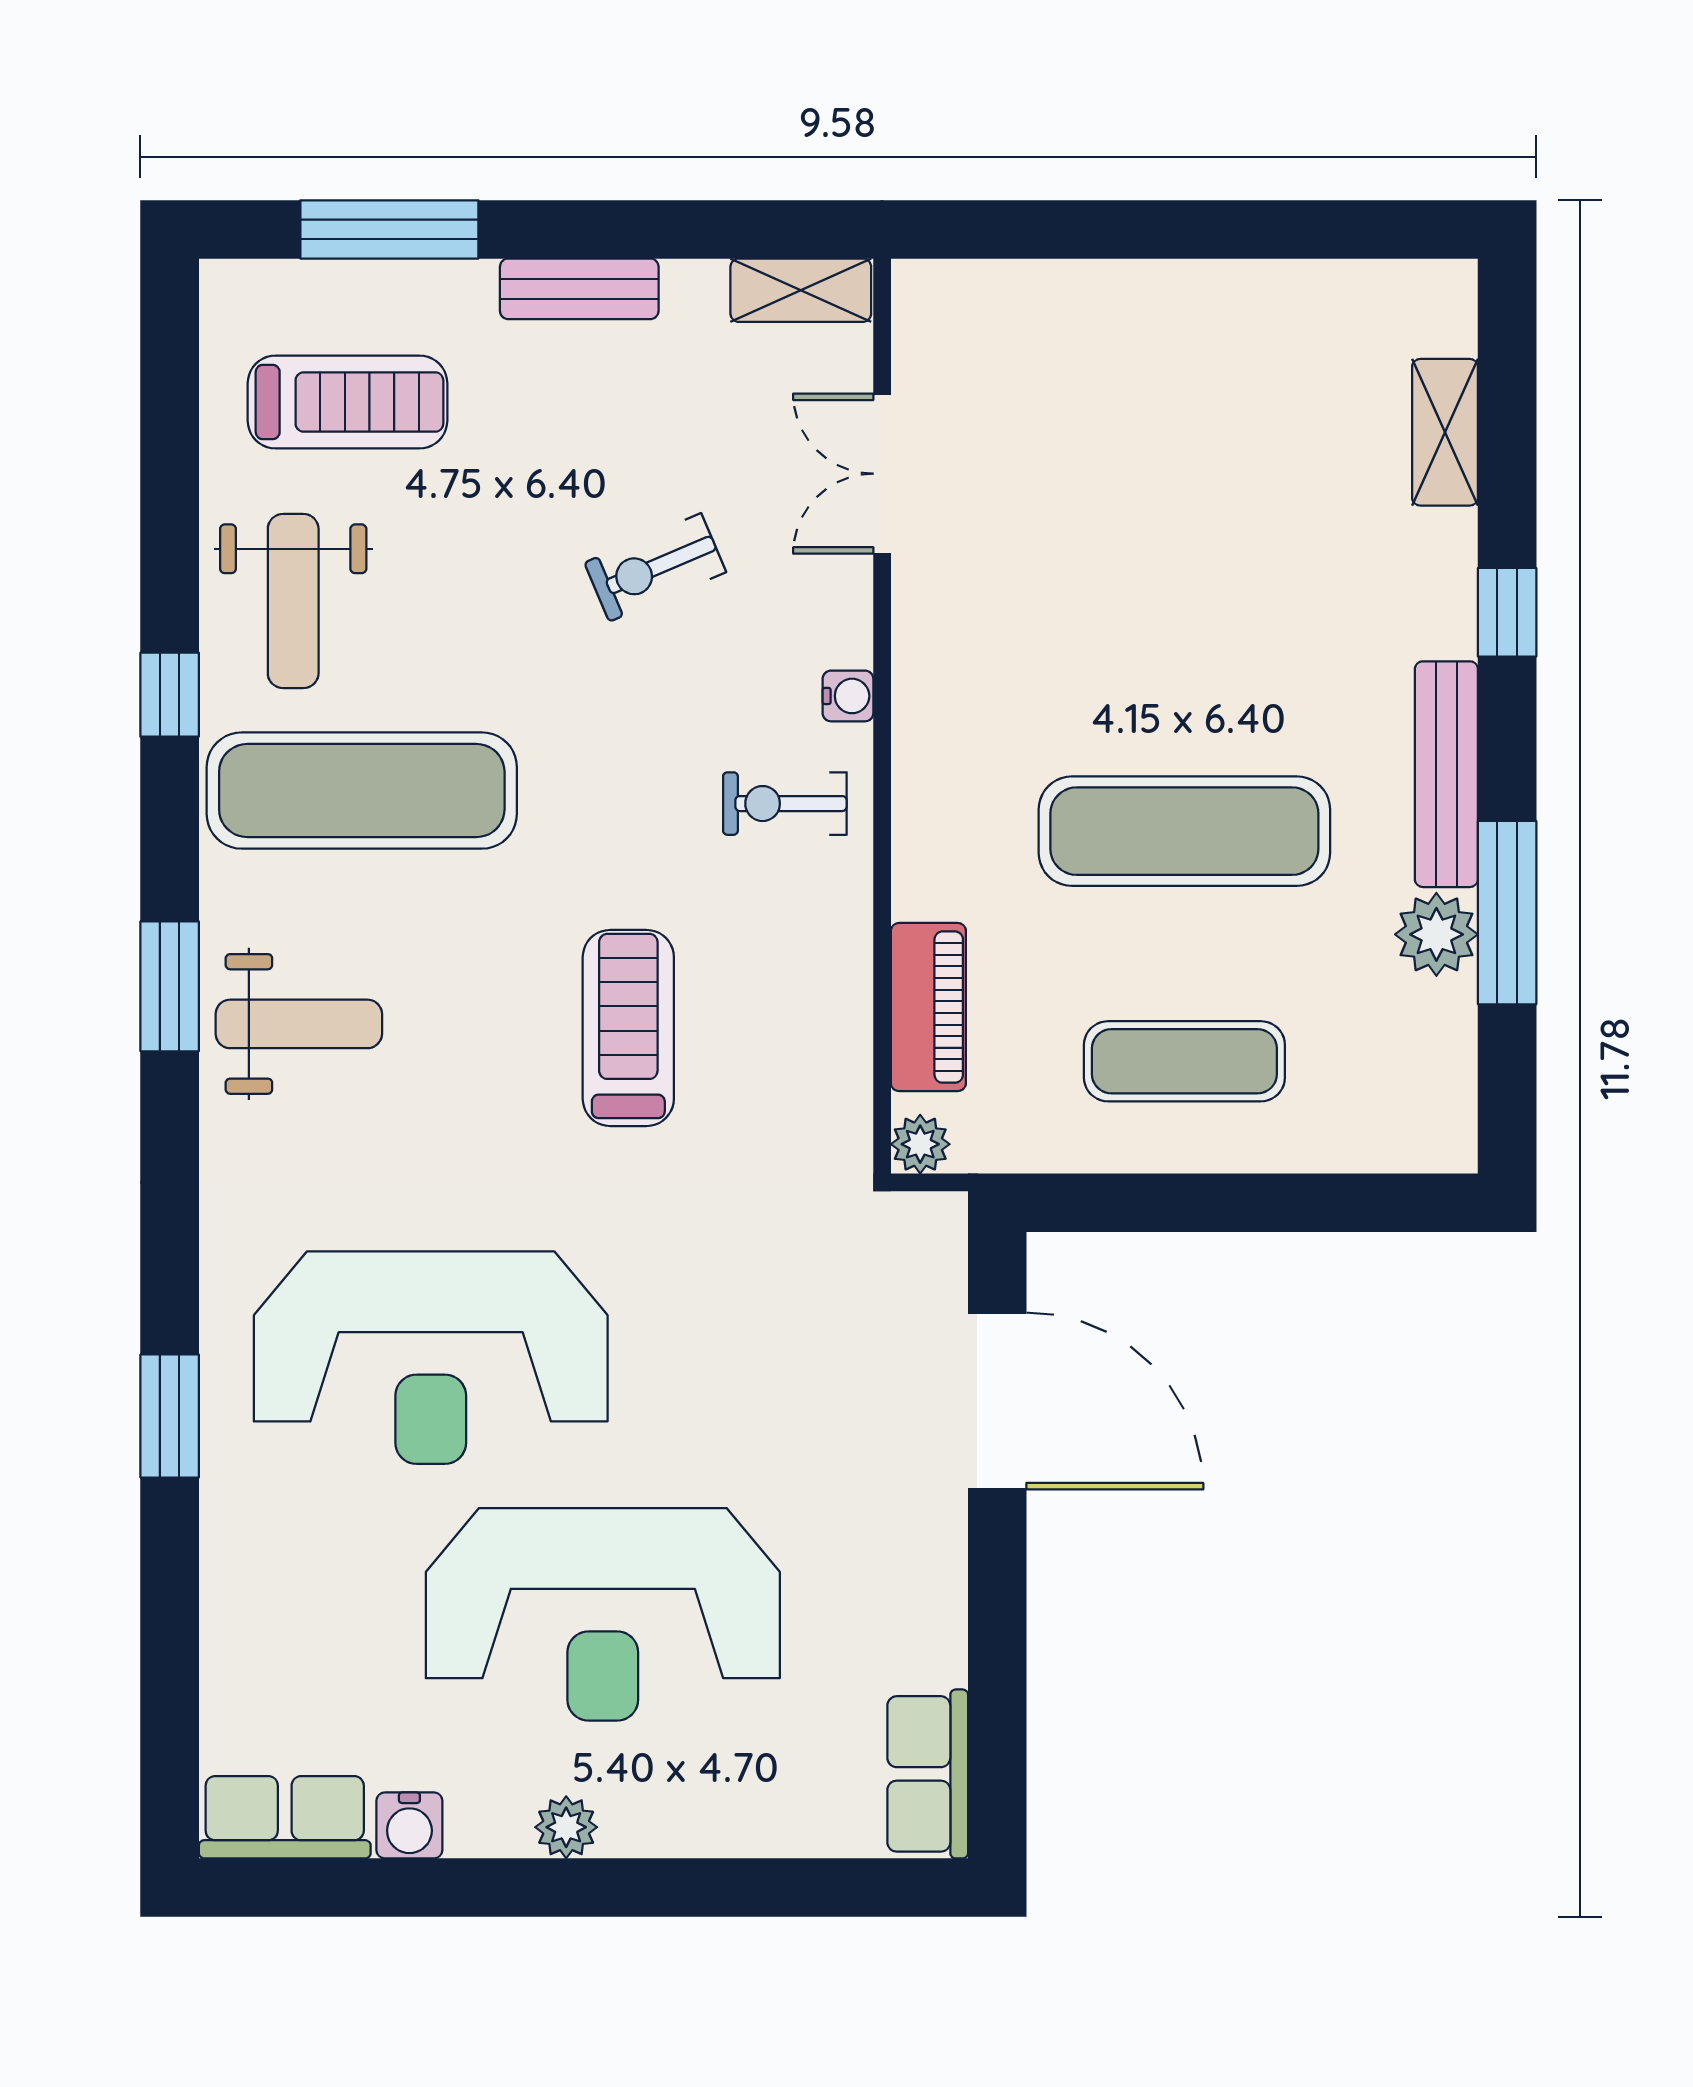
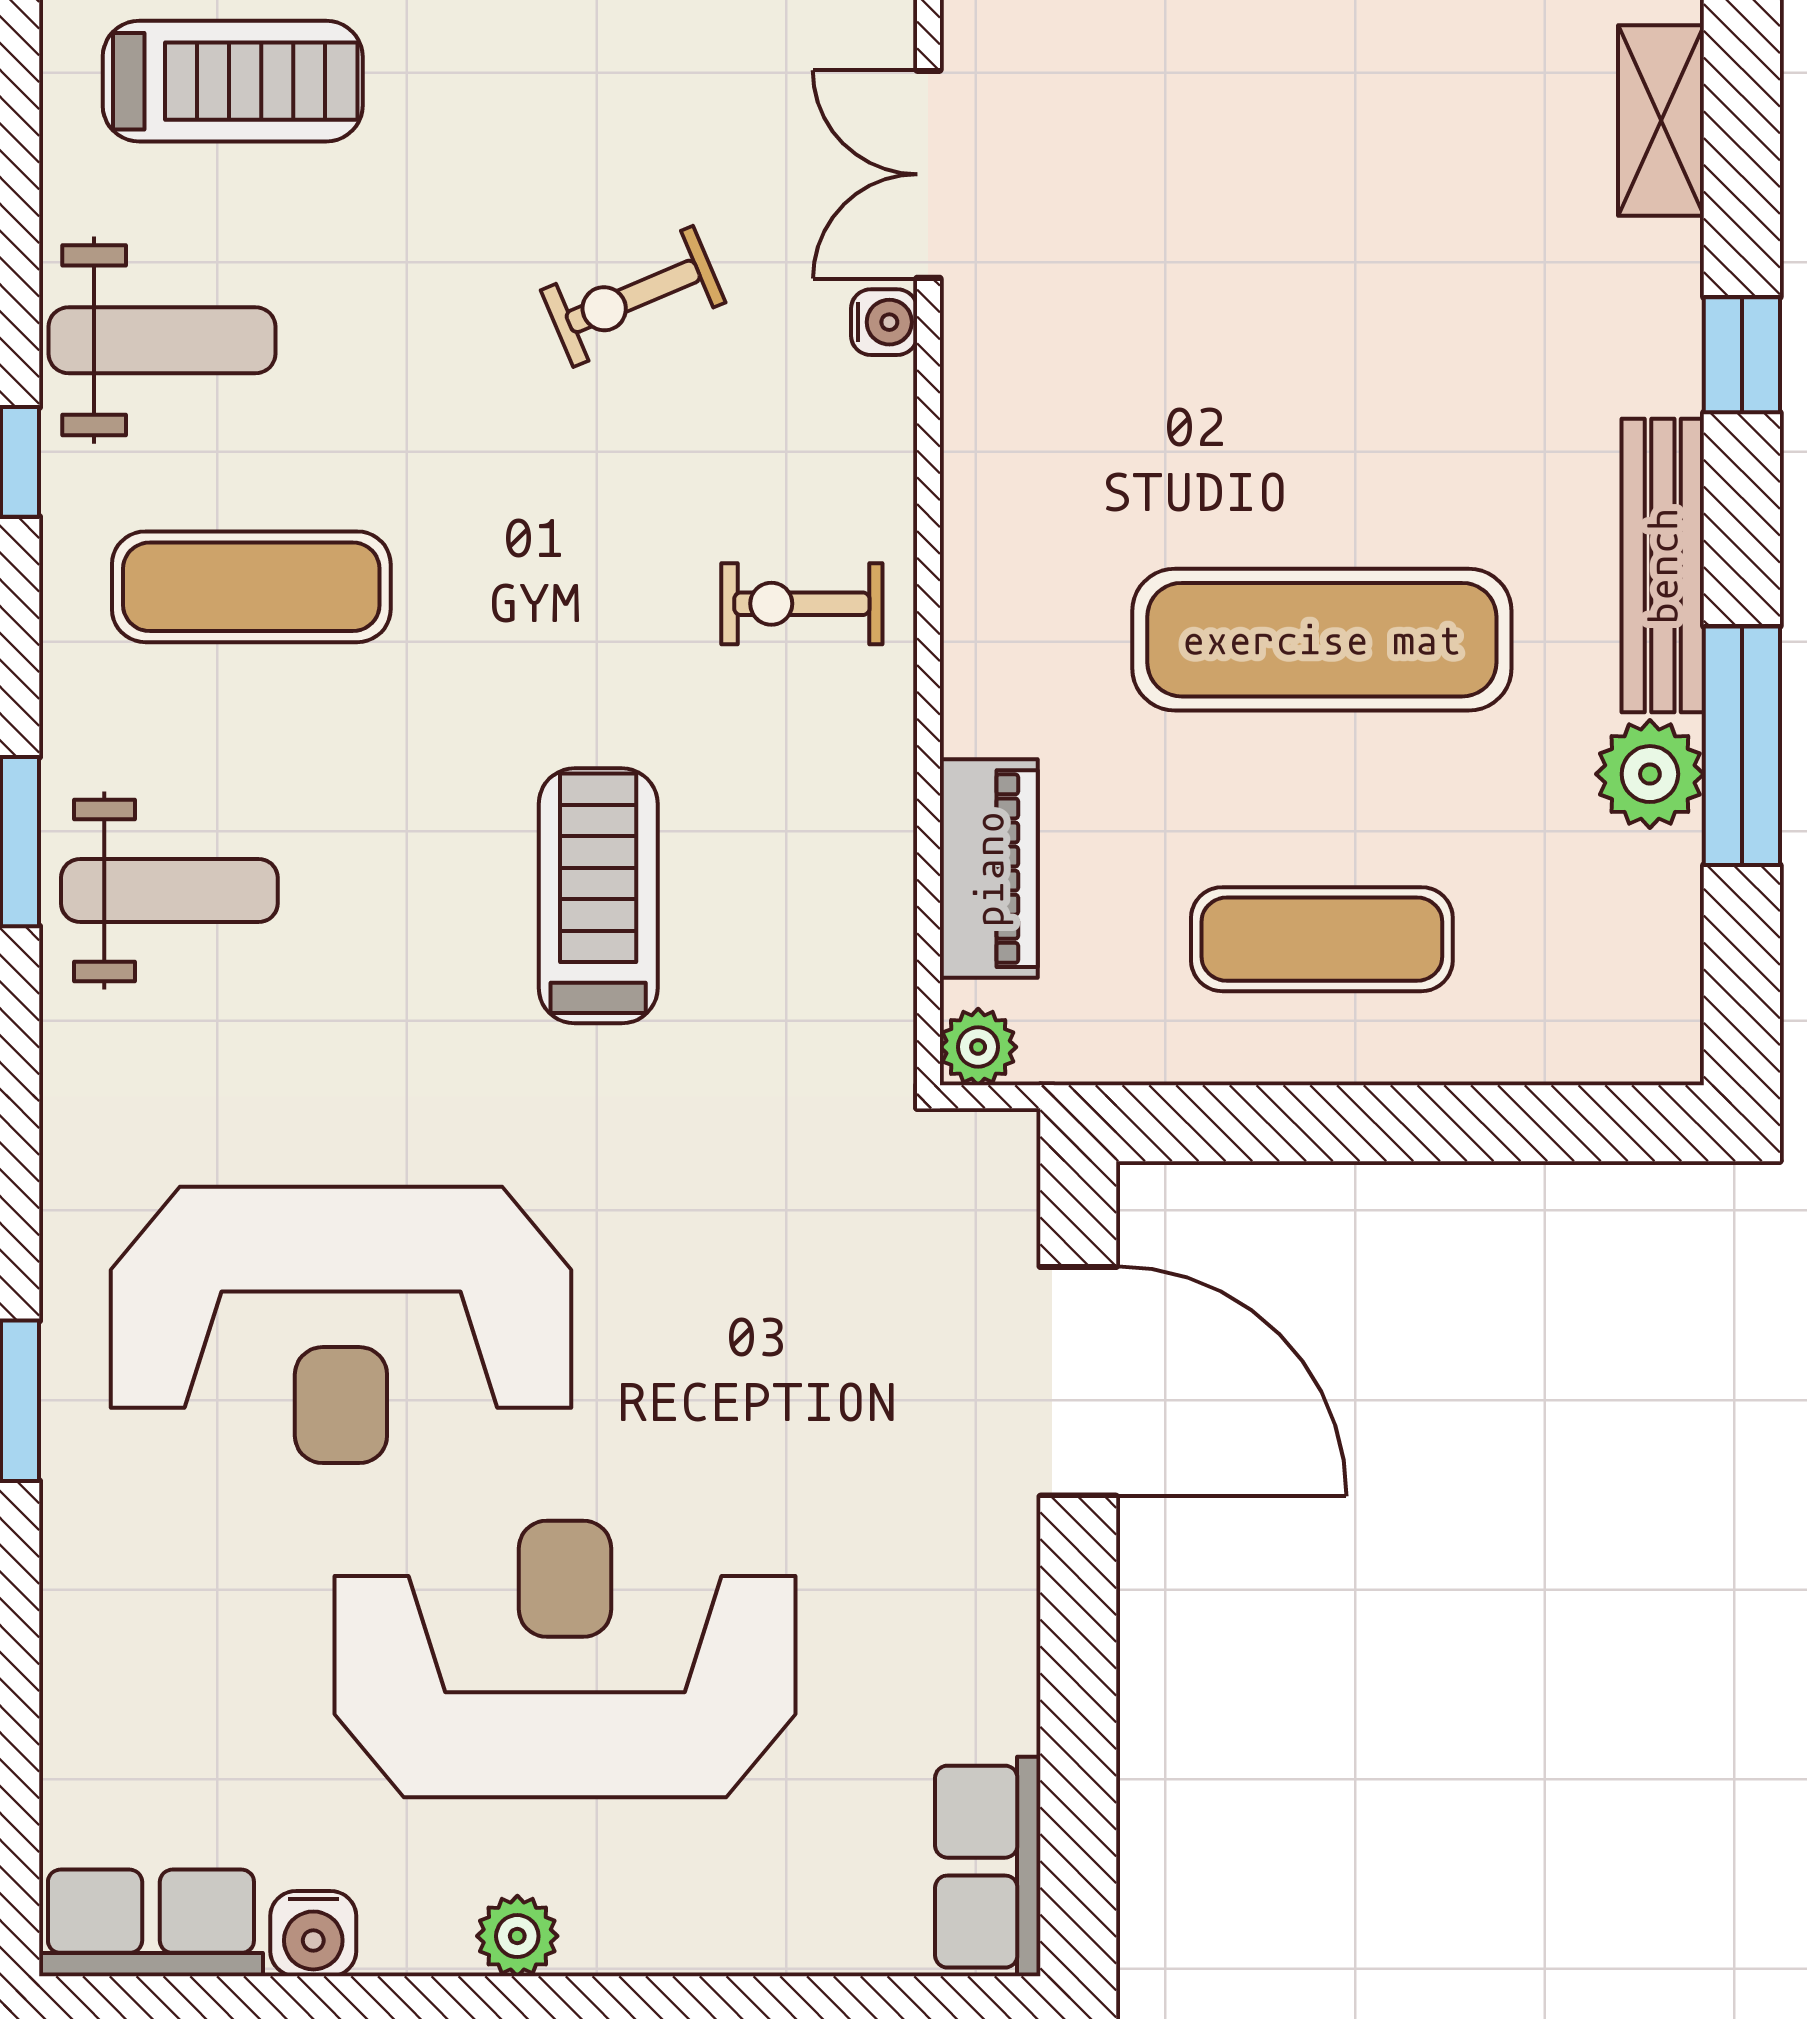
weight bench: (293, 601) -> (162, 340), turned -90
water cooler: (848, 696) -> (884, 322), moved
exercise mat: (362, 791) -> (251, 587), width x0.73, depth x0.69
reception desk: (603, 1614) -> (565, 1659), turned 180

